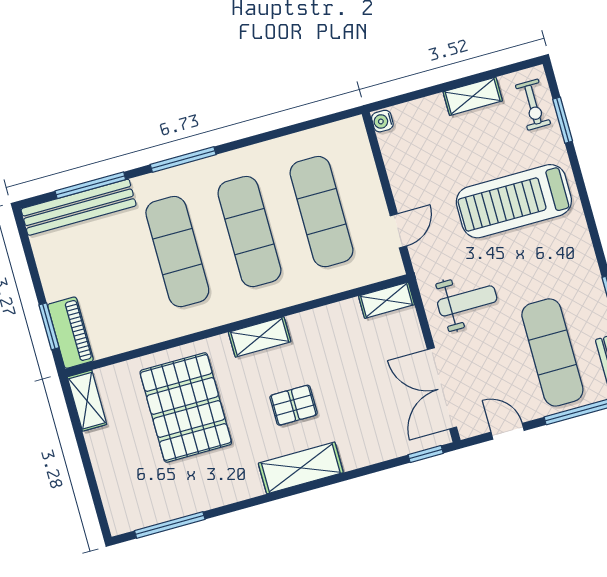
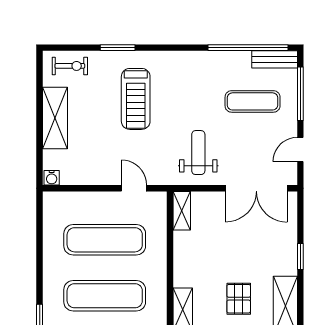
shelving: (473, 96) -> (55, 118), width x1.50, depth x1.33
window: (563, 120) -> (118, 48), moved
treadmill: (514, 201) -> (136, 99), width x0.73, depth x0.73
exercise mat: (552, 352) -> (253, 101), width x0.73, depth x0.69
window: (426, 454) -> (300, 256), moved

